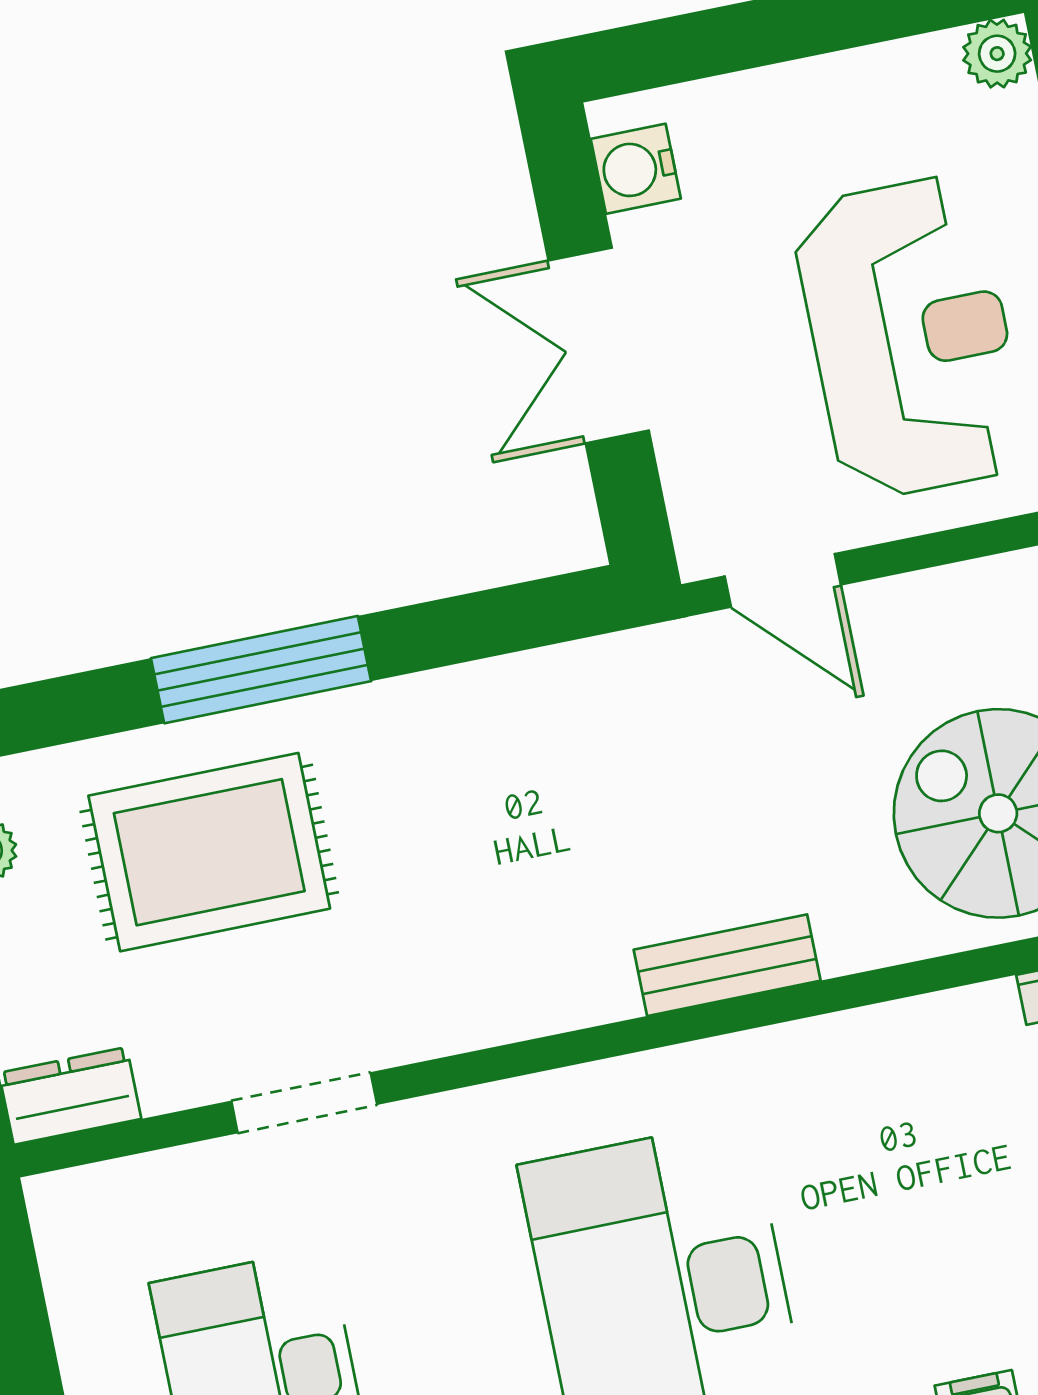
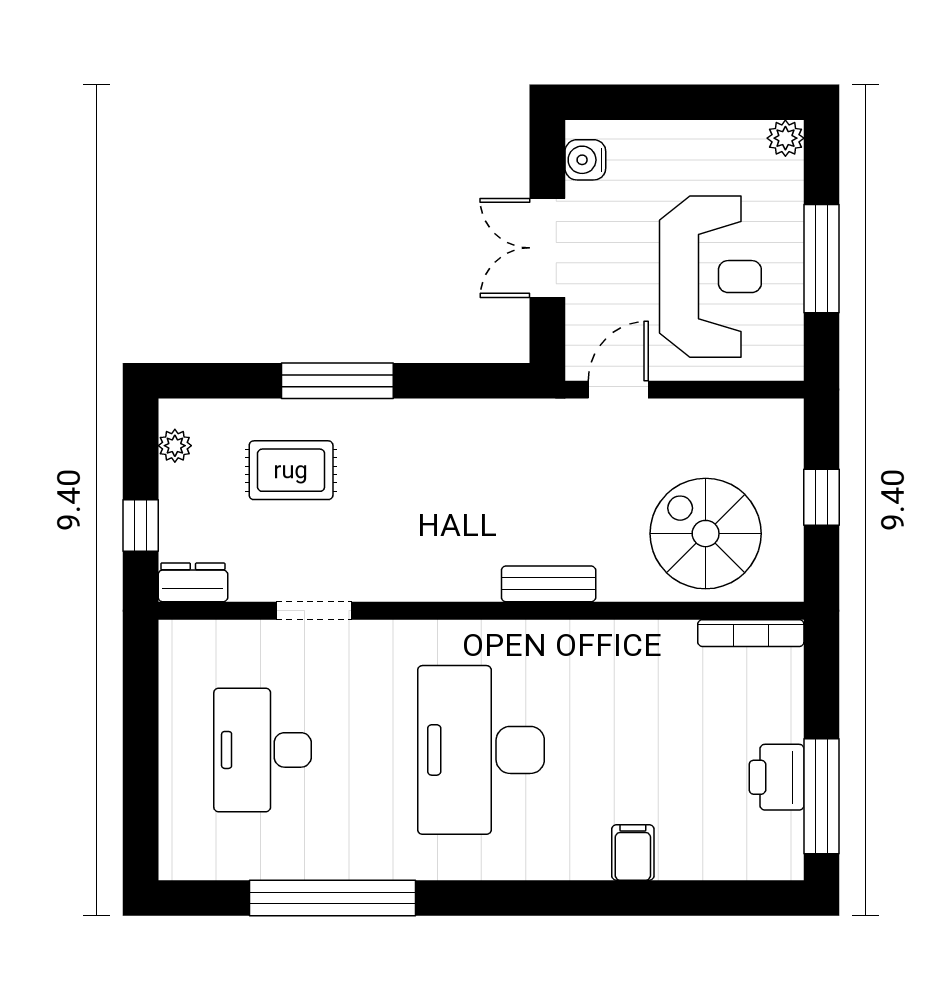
door: (783, 580) -> (618, 390), swing flipped
rug: (209, 852) -> (291, 470), width x0.73, depth x0.70

